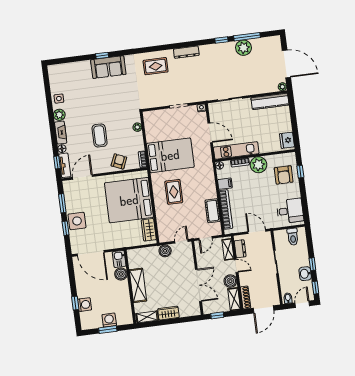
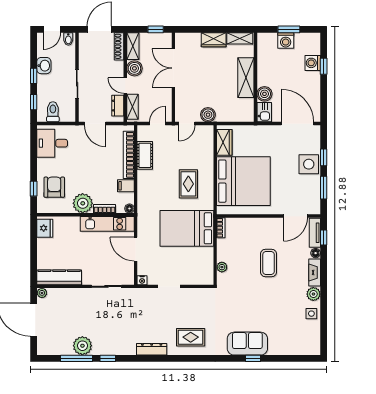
armchair: (119, 161) -> (249, 229), removed
window: (315, 288) -> (34, 102), moved

